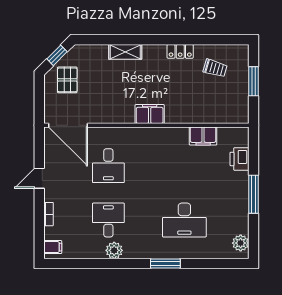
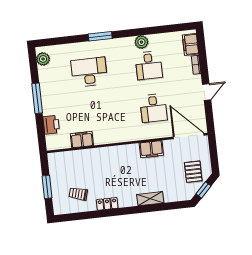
filing cabinet: (150, 114) -> (151, 149), moved
desk: (108, 166) -> (153, 108), turned 180
filing cabinet: (53, 247) -> (190, 44), width x2.00

